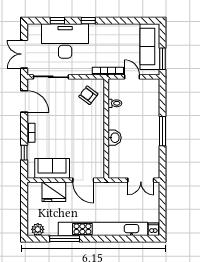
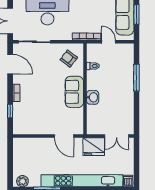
window: (163, 59) -> (136, 14), moved
window: (163, 131) -> (136, 78), moved
sofa: (52, 168) -> (74, 92), moved, turned -90
fridge: (54, 192) -> (94, 147), moved

